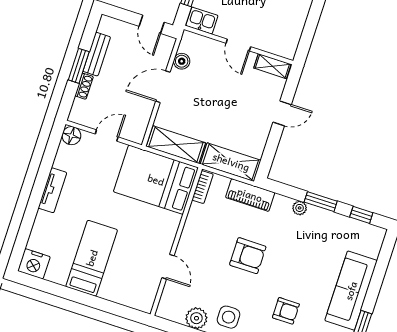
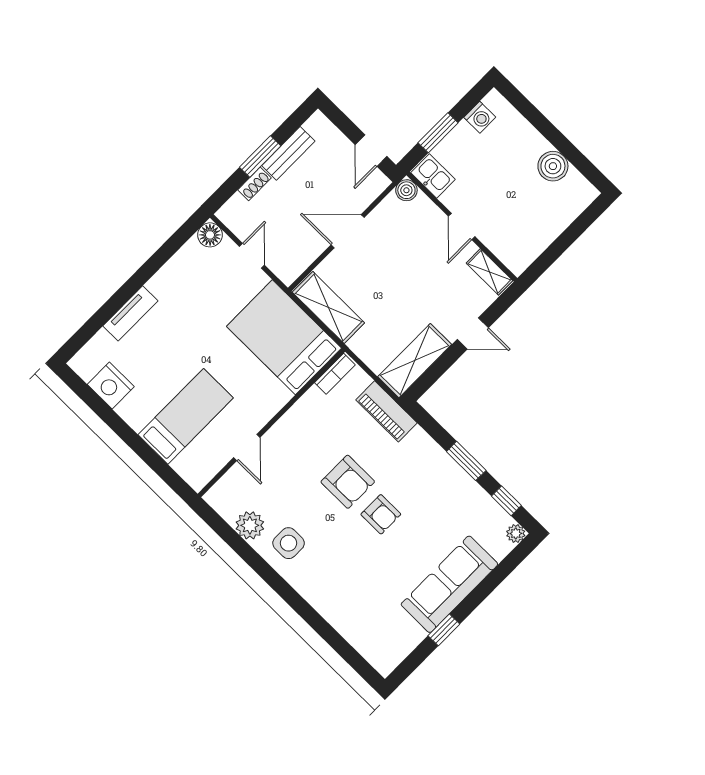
boiler: (182, 61) -> (406, 190), moved
door: (107, 136) -> (252, 256), hinge flipped
shelving: (231, 162) -> (415, 361), moved, turned 90
tv unit: (52, 190) -> (130, 313), moved
plant: (300, 208) -> (516, 533), moved
bed: (92, 258) -> (186, 416), moved
nightstand: (34, 264) -> (111, 386), moved
armchair: (286, 311) -> (381, 514), moved

